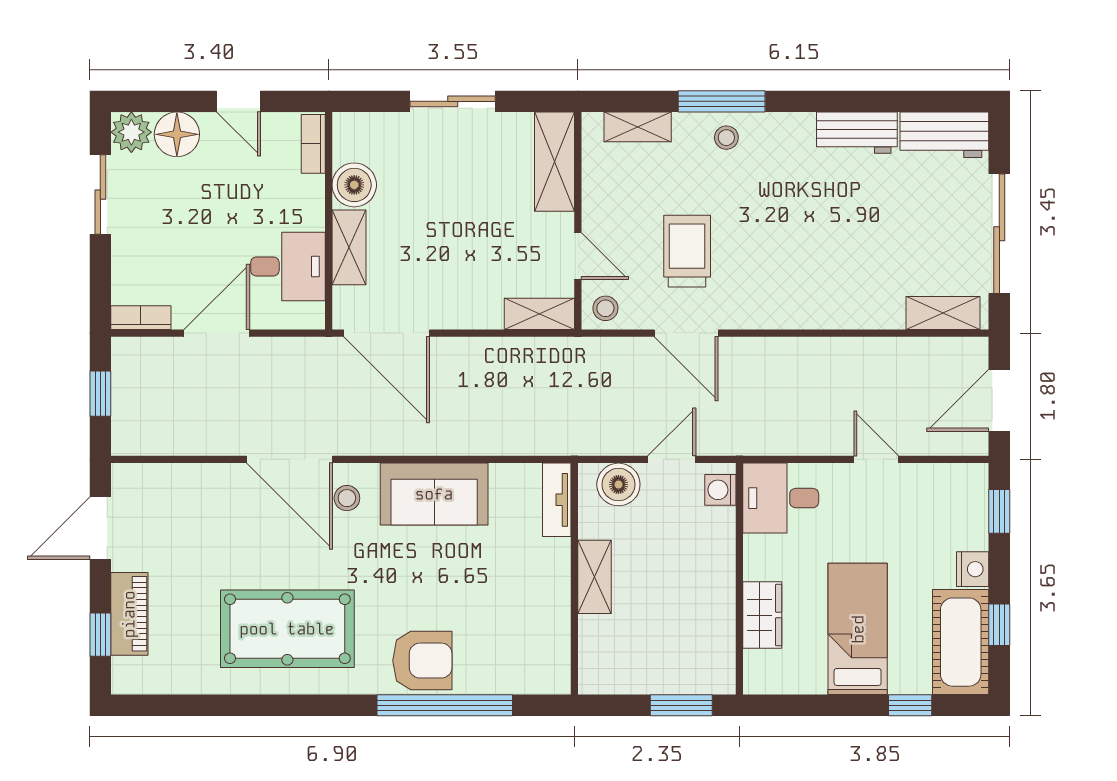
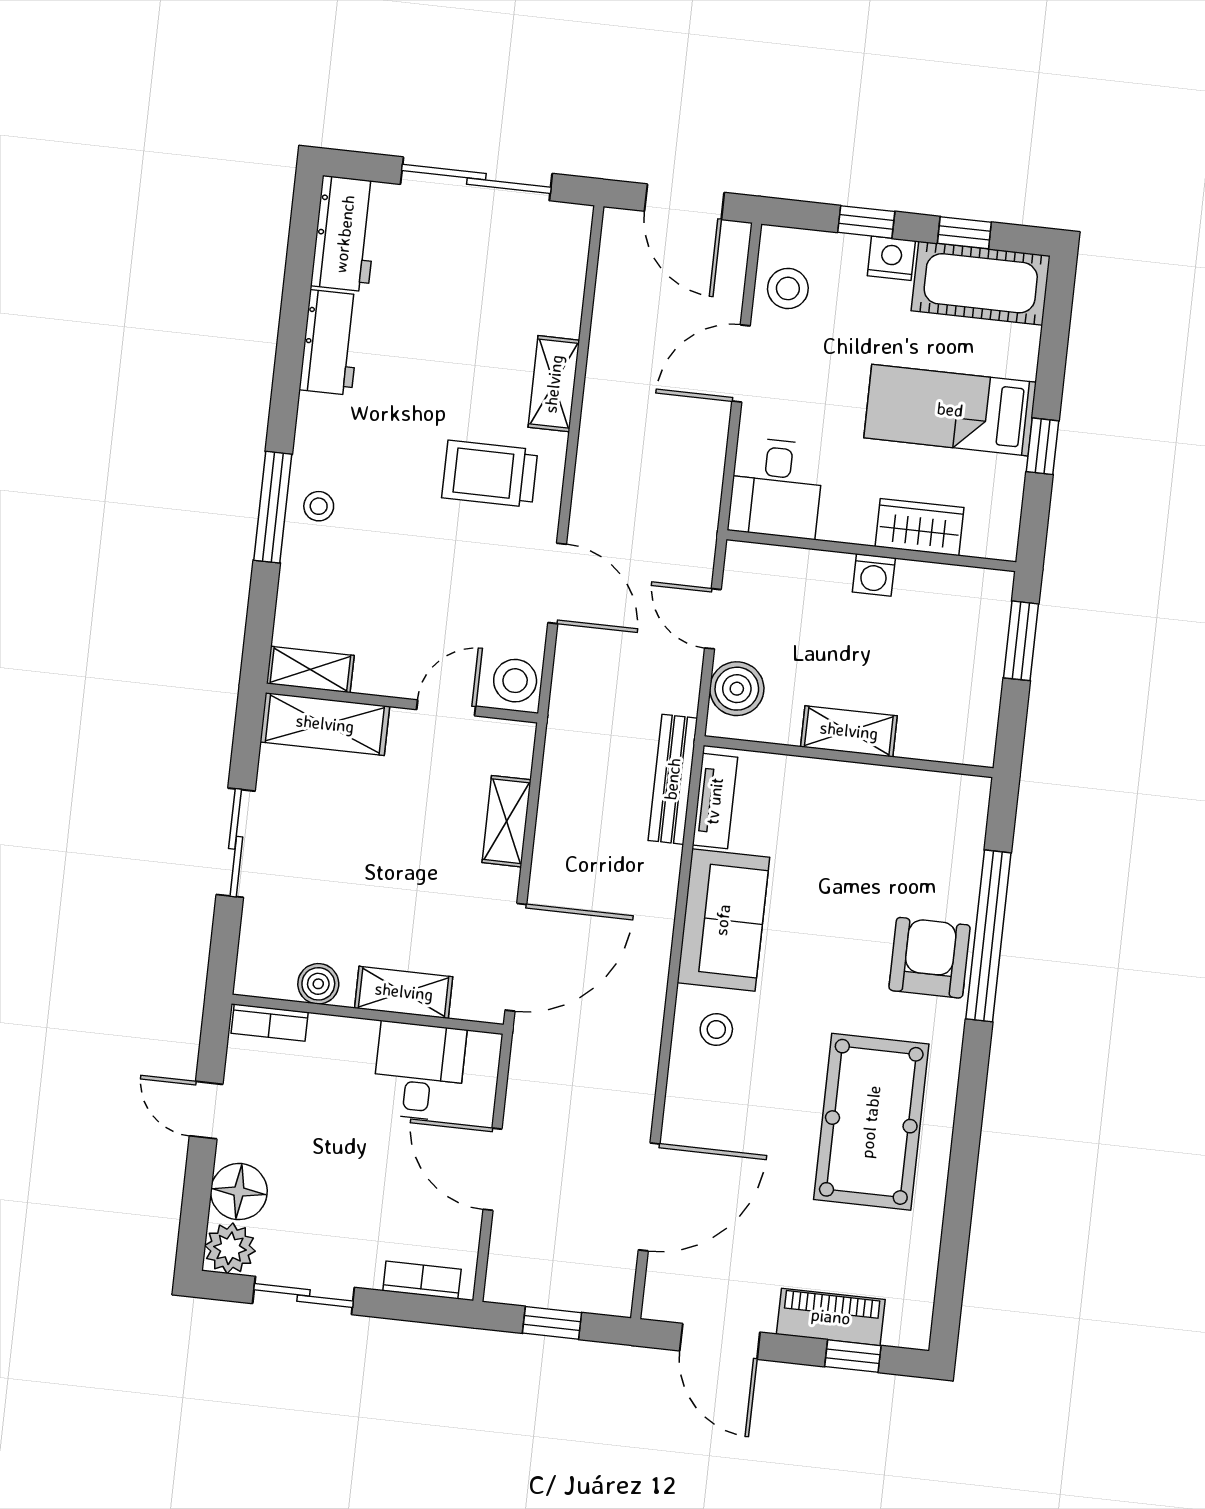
door: (238, 101) -> (206, 1110), swing flipped
shelving: (638, 127) -> (310, 669), moved, turned 90
boiler: (354, 185) -> (318, 984), width x0.73, depth x0.73
trolley: (687, 251) -> (490, 474), moved
stool: (605, 308) -> (515, 681), width x1.37, depth x1.37
shelving: (943, 313) -> (554, 384), moved
shelving: (539, 314) -> (507, 821), moved
bookcase: (141, 318) -> (422, 1280), moved, turned 90
door: (686, 333) -> (557, 583), hinge flipped
bench: (541, 442) -> (673, 779), added
door: (289, 459) -> (649, 1197), moved
door: (876, 459) -> (741, 364), width x1.38
washing machine: (720, 490) -> (874, 575), moved
stool: (940, 490) -> (788, 288), added
tv unit: (557, 500) -> (715, 801), moved, turned -90
window: (999, 511) -> (866, 222), moved
window: (910, 705) -> (1042, 446), moved

